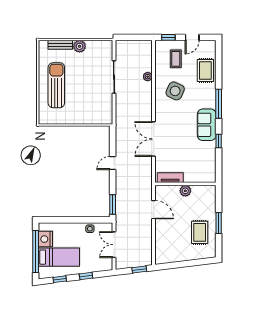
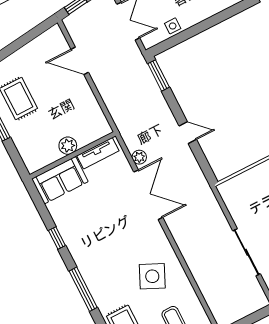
plant: (148, 77) -> (139, 157), moved
sofa: (207, 125) -> (60, 180), moved, turned 90
door: (113, 163) -> (188, 133), hinge flipped
door: (154, 210) -> (80, 61), moved

